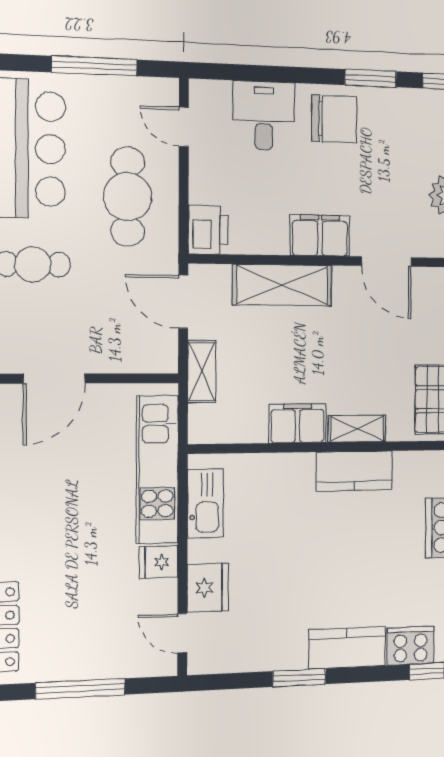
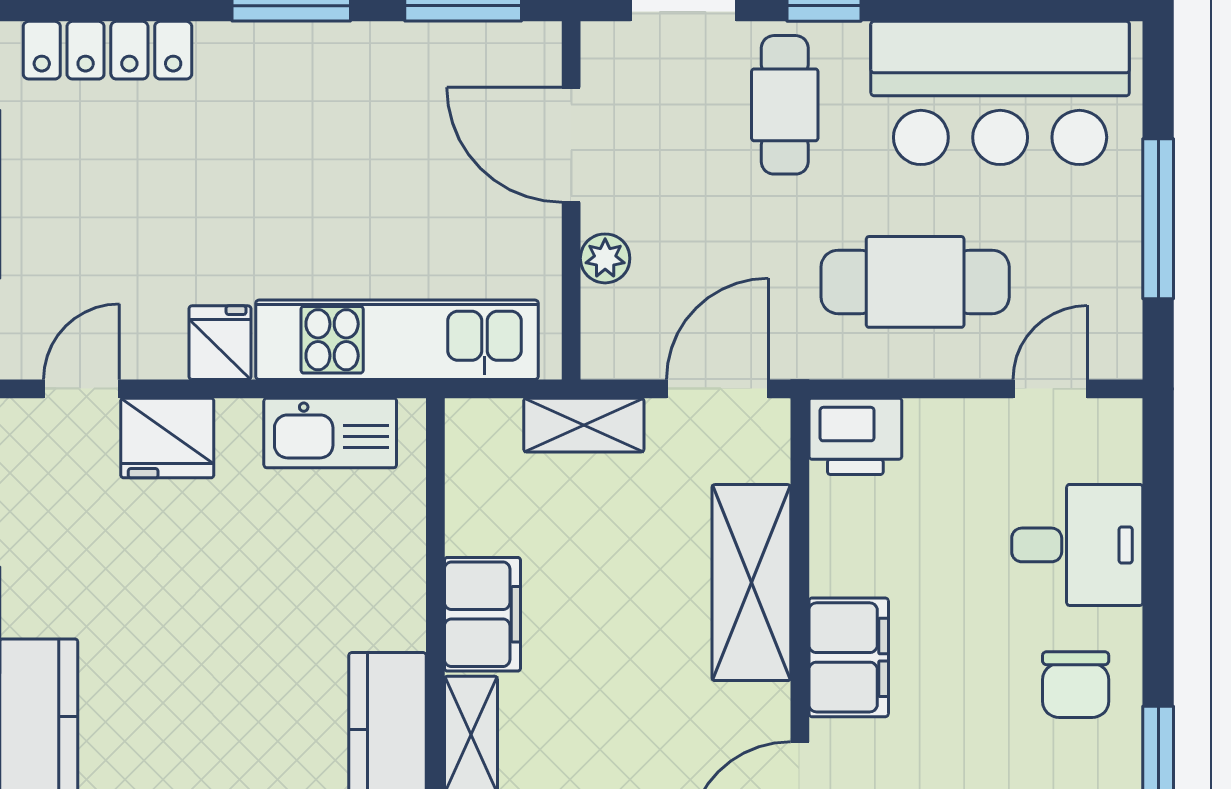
chair: (334, 119) -> (1076, 685), width x0.73, depth x0.73
plant: (115, 361) -> (605, 258), added

